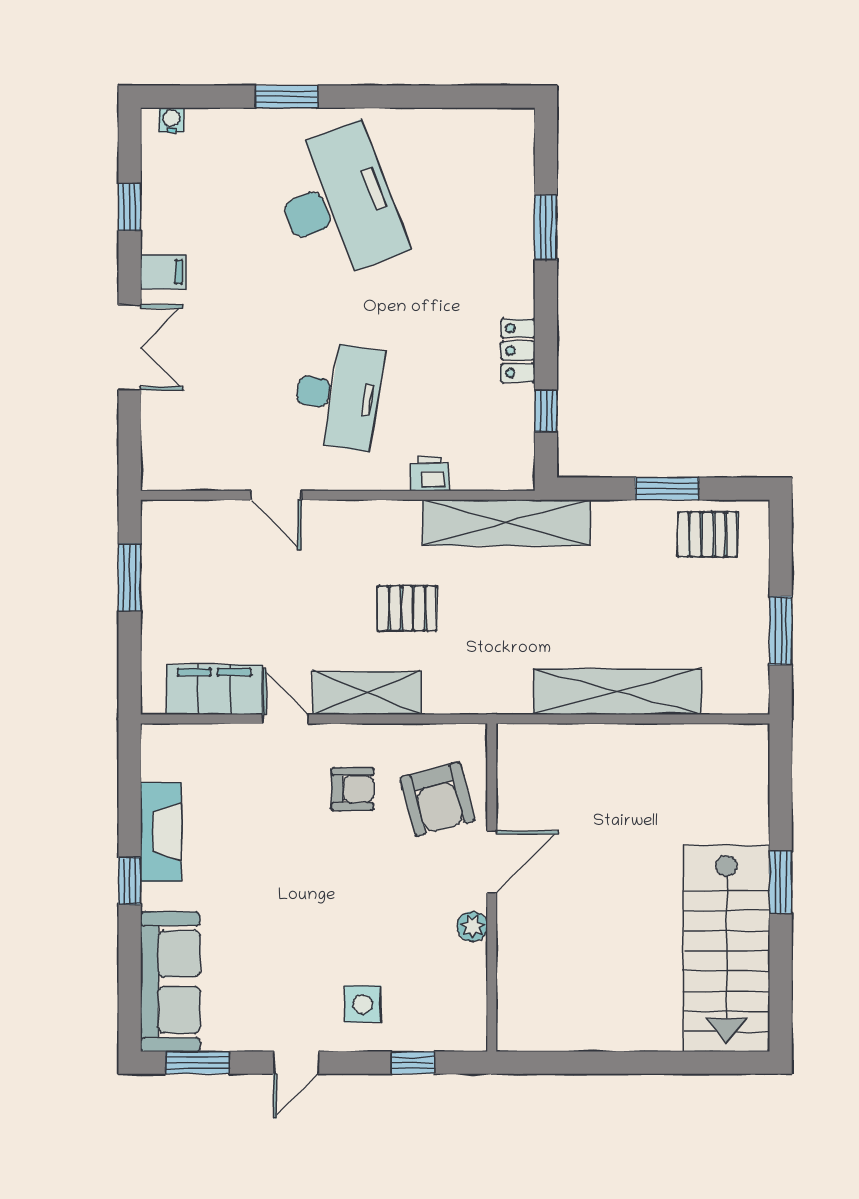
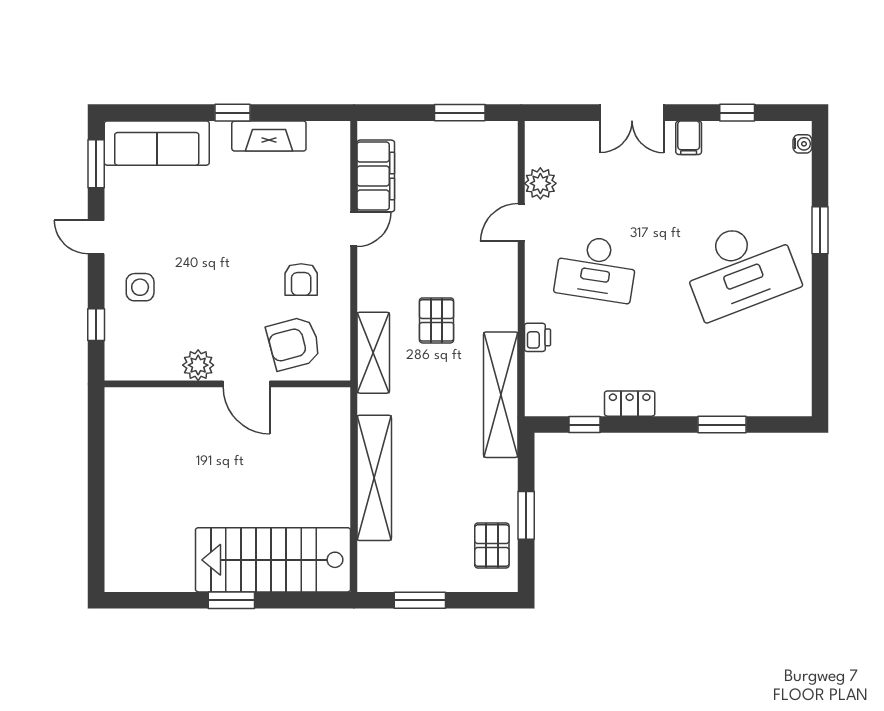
plant: (224, 470) -> (540, 183), added
shelving: (367, 693) -> (373, 353), moved
plant: (472, 927) -> (198, 365), width x1.38, depth x1.38
stairs: (726, 948) -> (273, 560), moved

